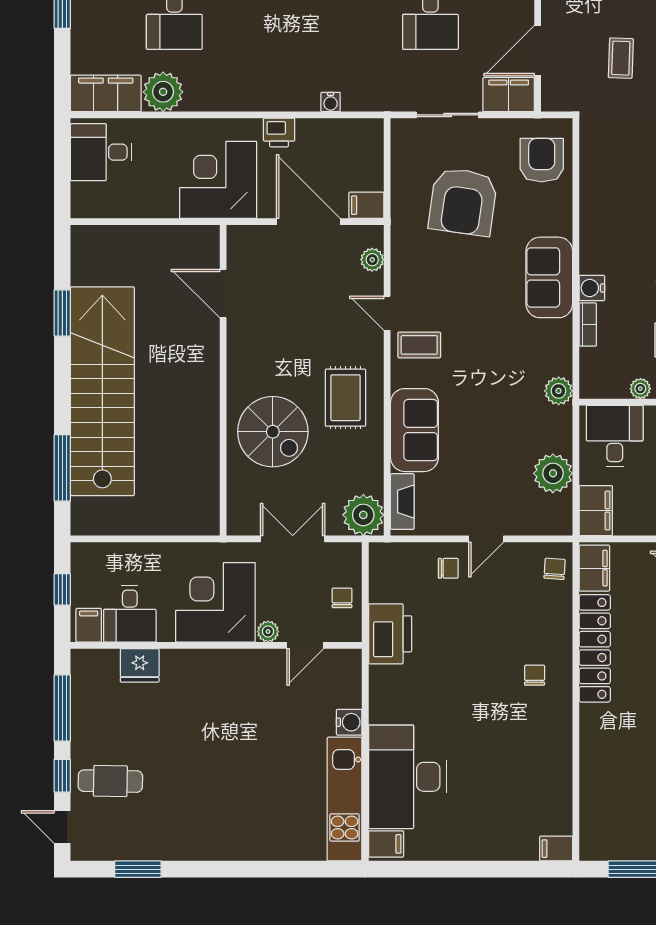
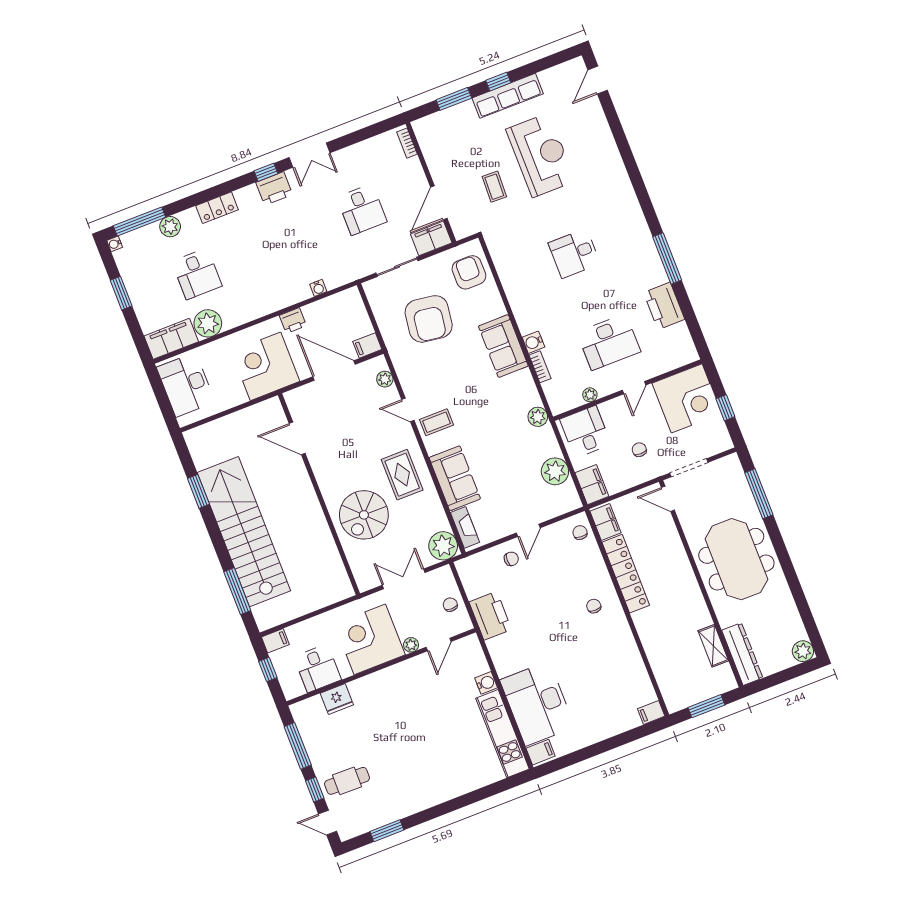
desk: (101, 152) -> (186, 385), width x1.37
spiral stairs: (273, 432) -> (364, 515), turned 90
filing cabinet: (89, 625) -> (275, 641), moved, turned 90

